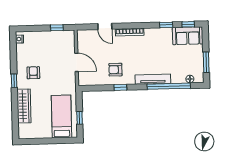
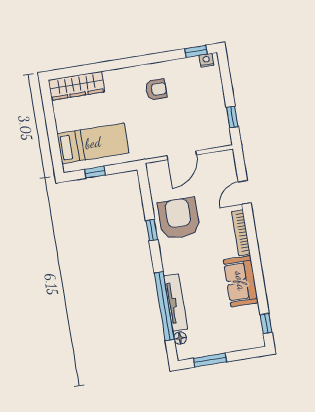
window: (166, 25) -> (260, 289), removed
sofa: (188, 36) -> (241, 281), moved
armchair: (115, 70) -> (179, 218), width x1.88, depth x1.88
tv unit: (153, 79) -> (176, 303), moved
window: (14, 81) -> (196, 51), moved
wardrobe: (24, 106) -> (76, 86), moved

